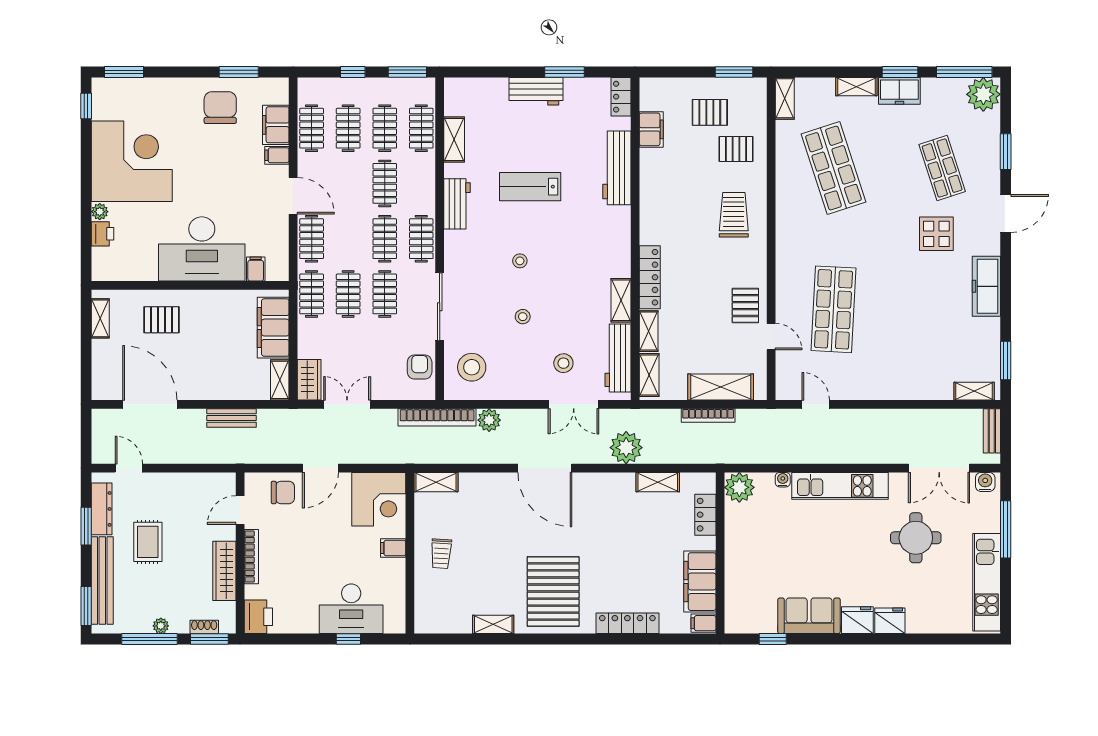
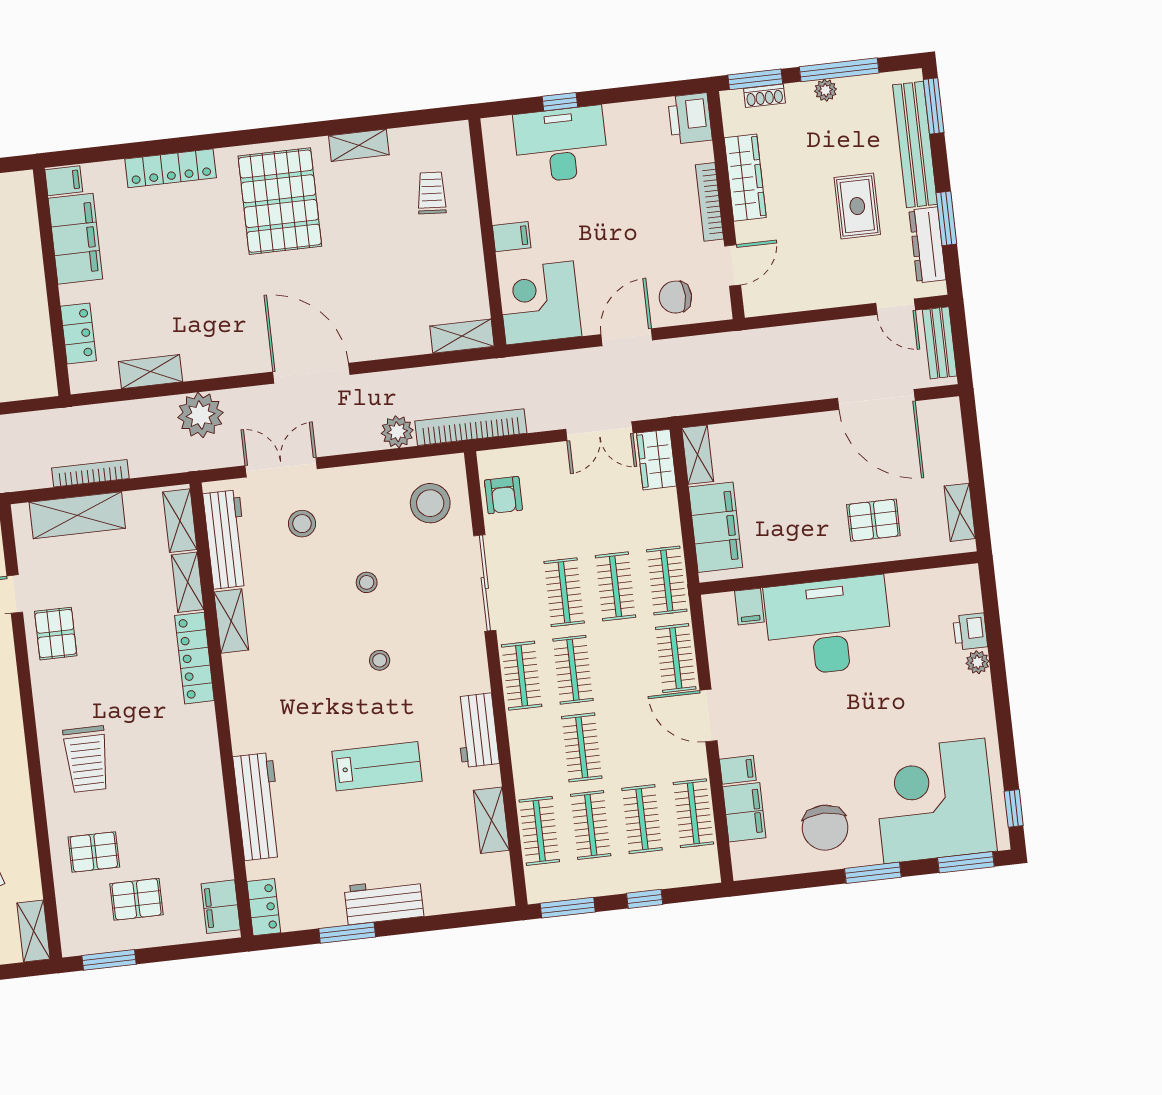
window: (239, 72) -> (873, 873), moved
filing cabinet: (651, 129) -> (221, 907), moved
corner desk: (132, 161) -> (934, 801), moved, turned 90
bench: (232, 418) -> (940, 343), moved, turned 90
plant: (739, 487) -> (35, 377), removed
trolley: (441, 554) -> (432, 193), moved

